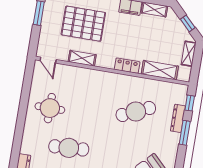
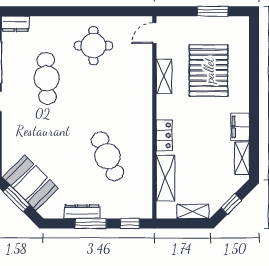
dresser: (178, 118) -> (82, 212), moved

